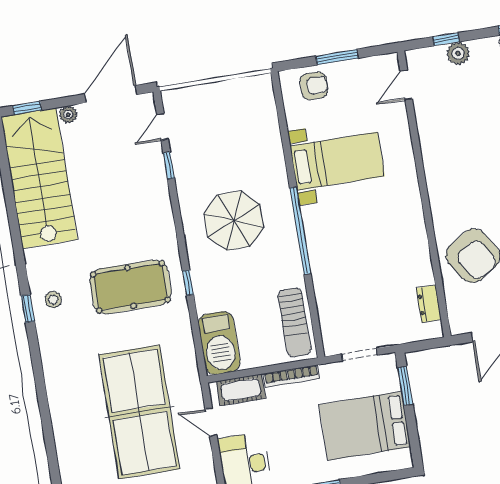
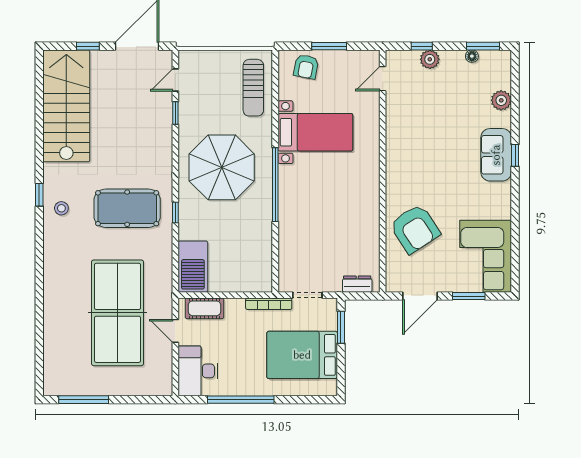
armchair: (314, 86) -> (306, 67), turned 101
window: (27, 108) -> (88, 46), moved
plant: (68, 115) -> (99, 57), removed
parasol: (234, 221) -> (222, 167), width x1.36, depth x1.36
dresser: (429, 304) -> (357, 284), moved, turned 90
window: (28, 309) -> (39, 195), moved
sun lounger: (294, 322) -> (253, 88), moved
bookcase: (291, 376) -> (269, 304), moved

